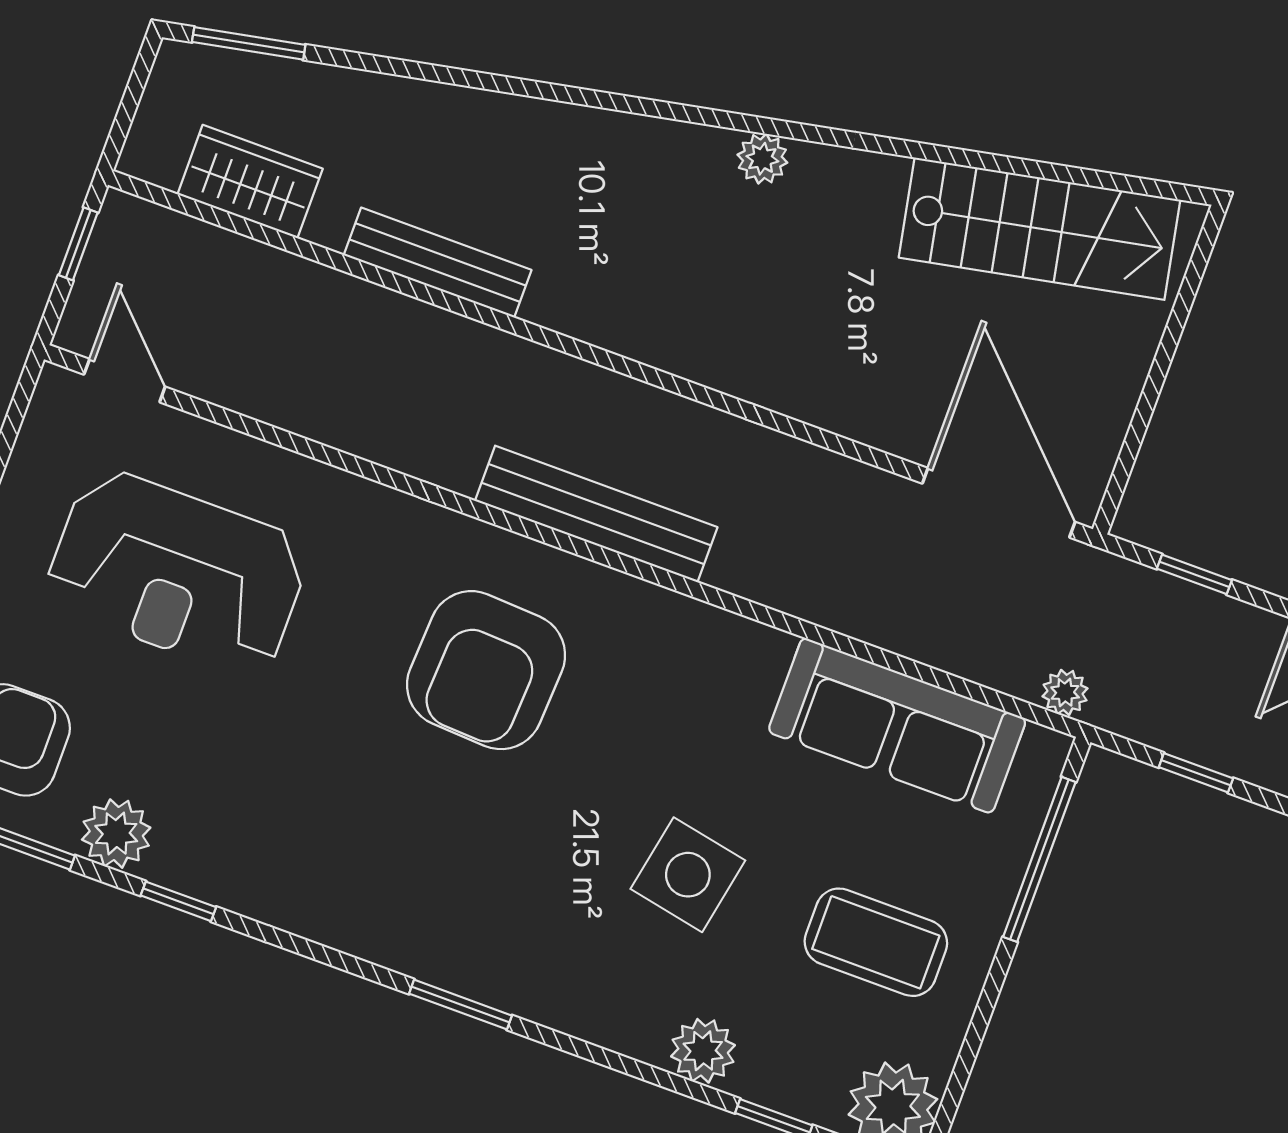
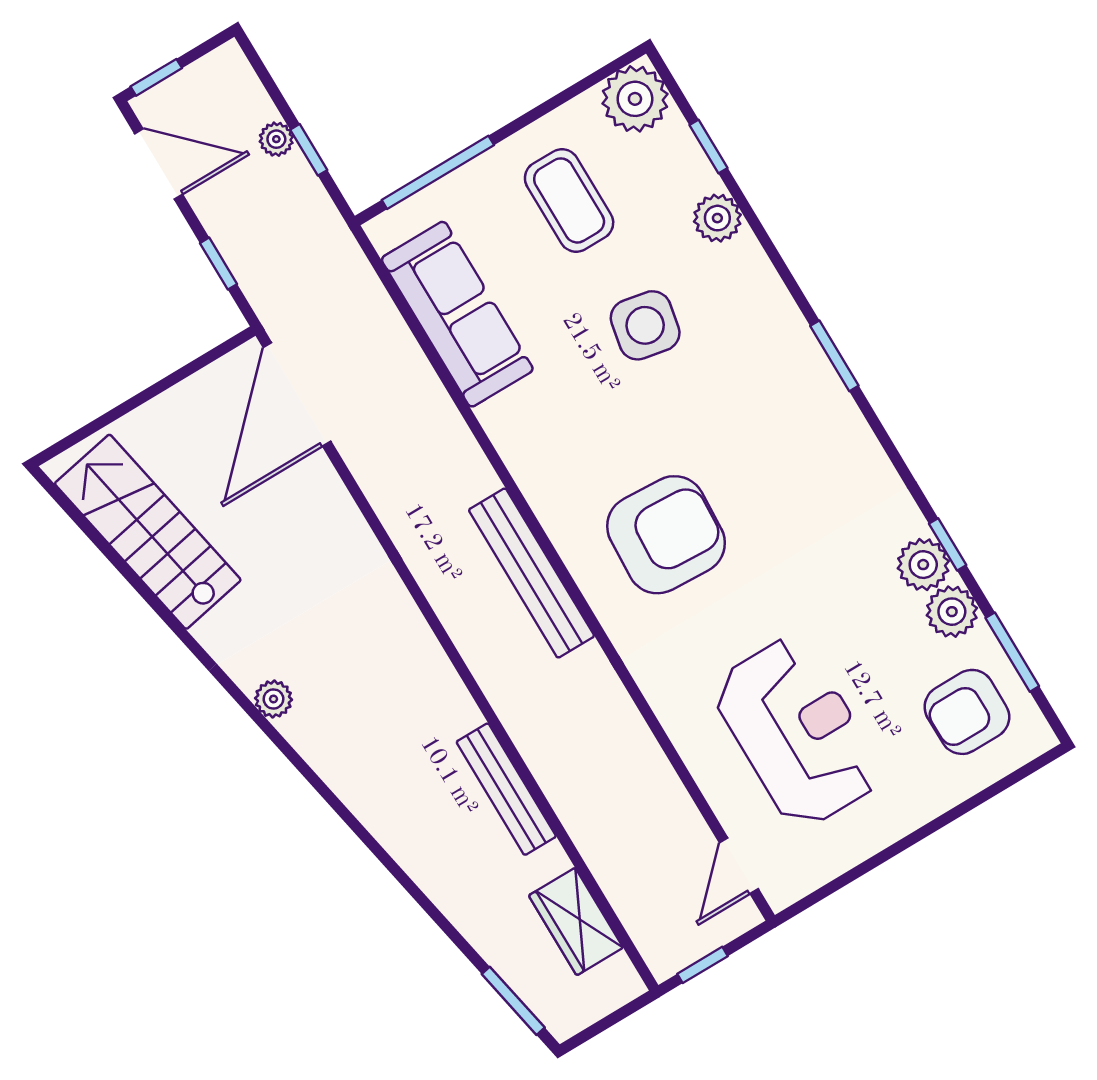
plant: (1065, 692) -> (276, 139), moved
plant: (187, 859) -> (923, 565), added

